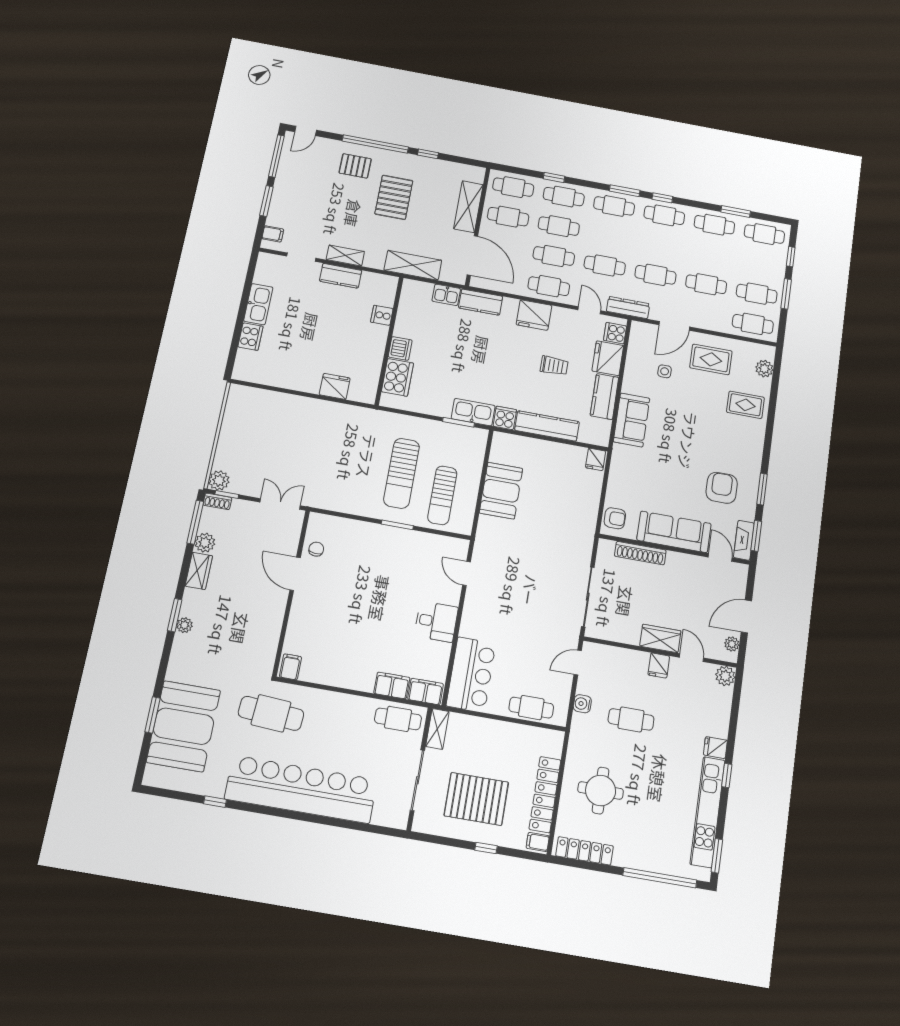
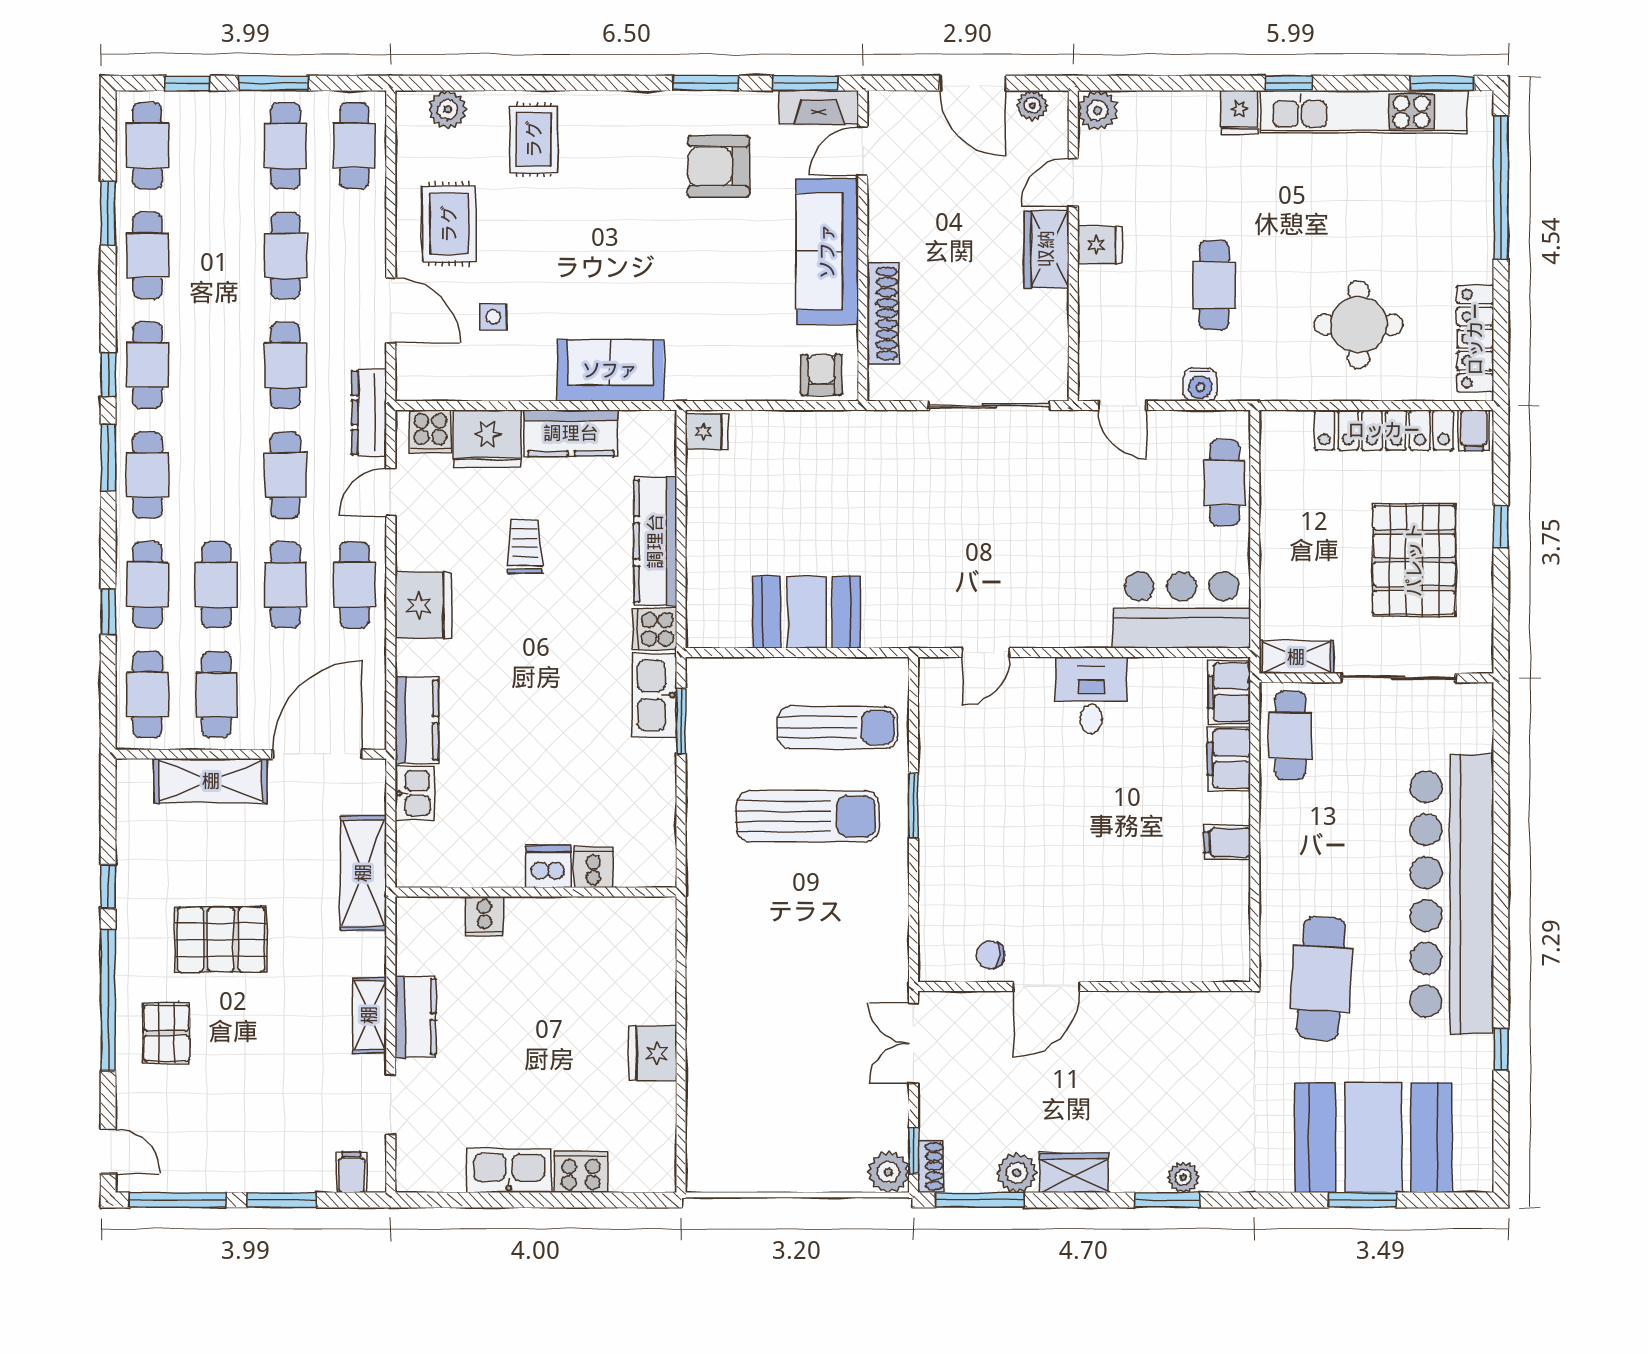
cooker: (397, 377) -> (593, 867), width x0.53, depth x0.76
fridge: (335, 386) -> (653, 1053), moved
filing cabinet: (290, 667) -> (1227, 842), moved

